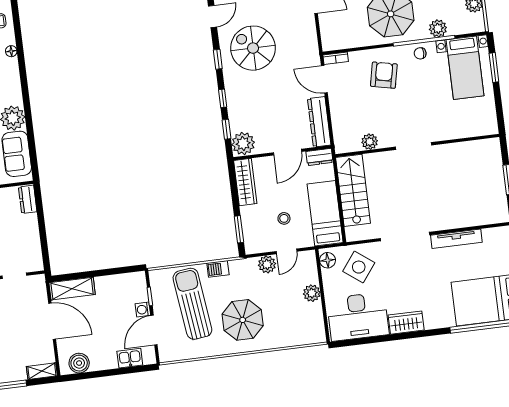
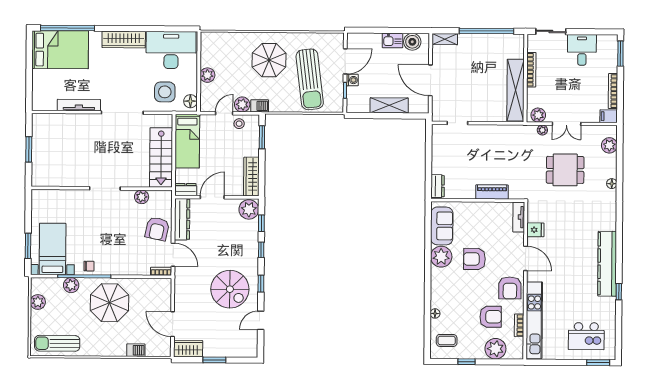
armchair: (384, 75) -> (157, 229), moved
stool: (284, 218) -> (239, 124), moved
side table: (359, 267) -> (165, 92), turned -37
barbecue: (218, 269) -> (260, 106), moved
shelving: (72, 289) -> (389, 105), moved
wardrobe: (406, 323) -> (124, 40), width x1.50
kitchen sink: (130, 358) -> (392, 40), moved

